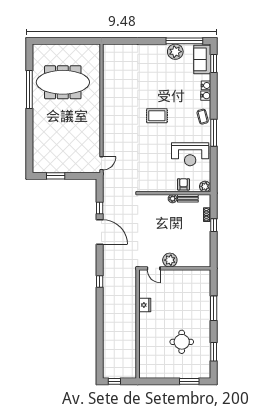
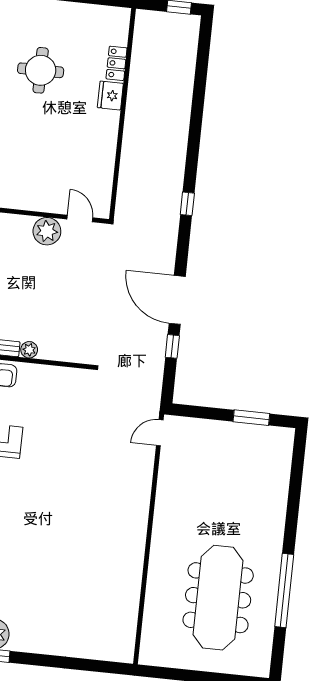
meeting table: (63, 82) -> (218, 598), turned 90
rug: (157, 116) -> (42, 513), removed
fridge: (145, 305) -> (110, 96), moved
locker: (143, 349) -> (117, 63), added

